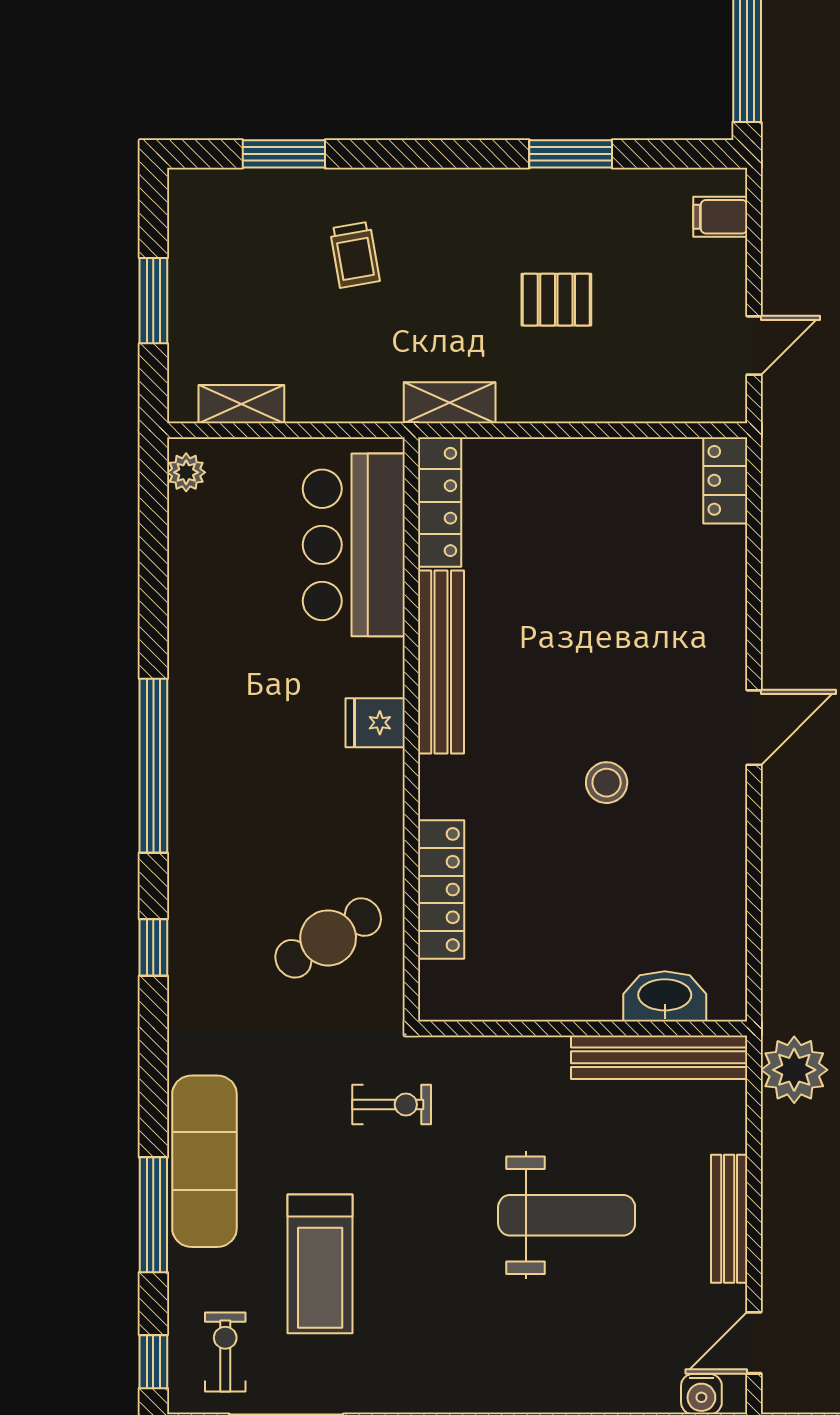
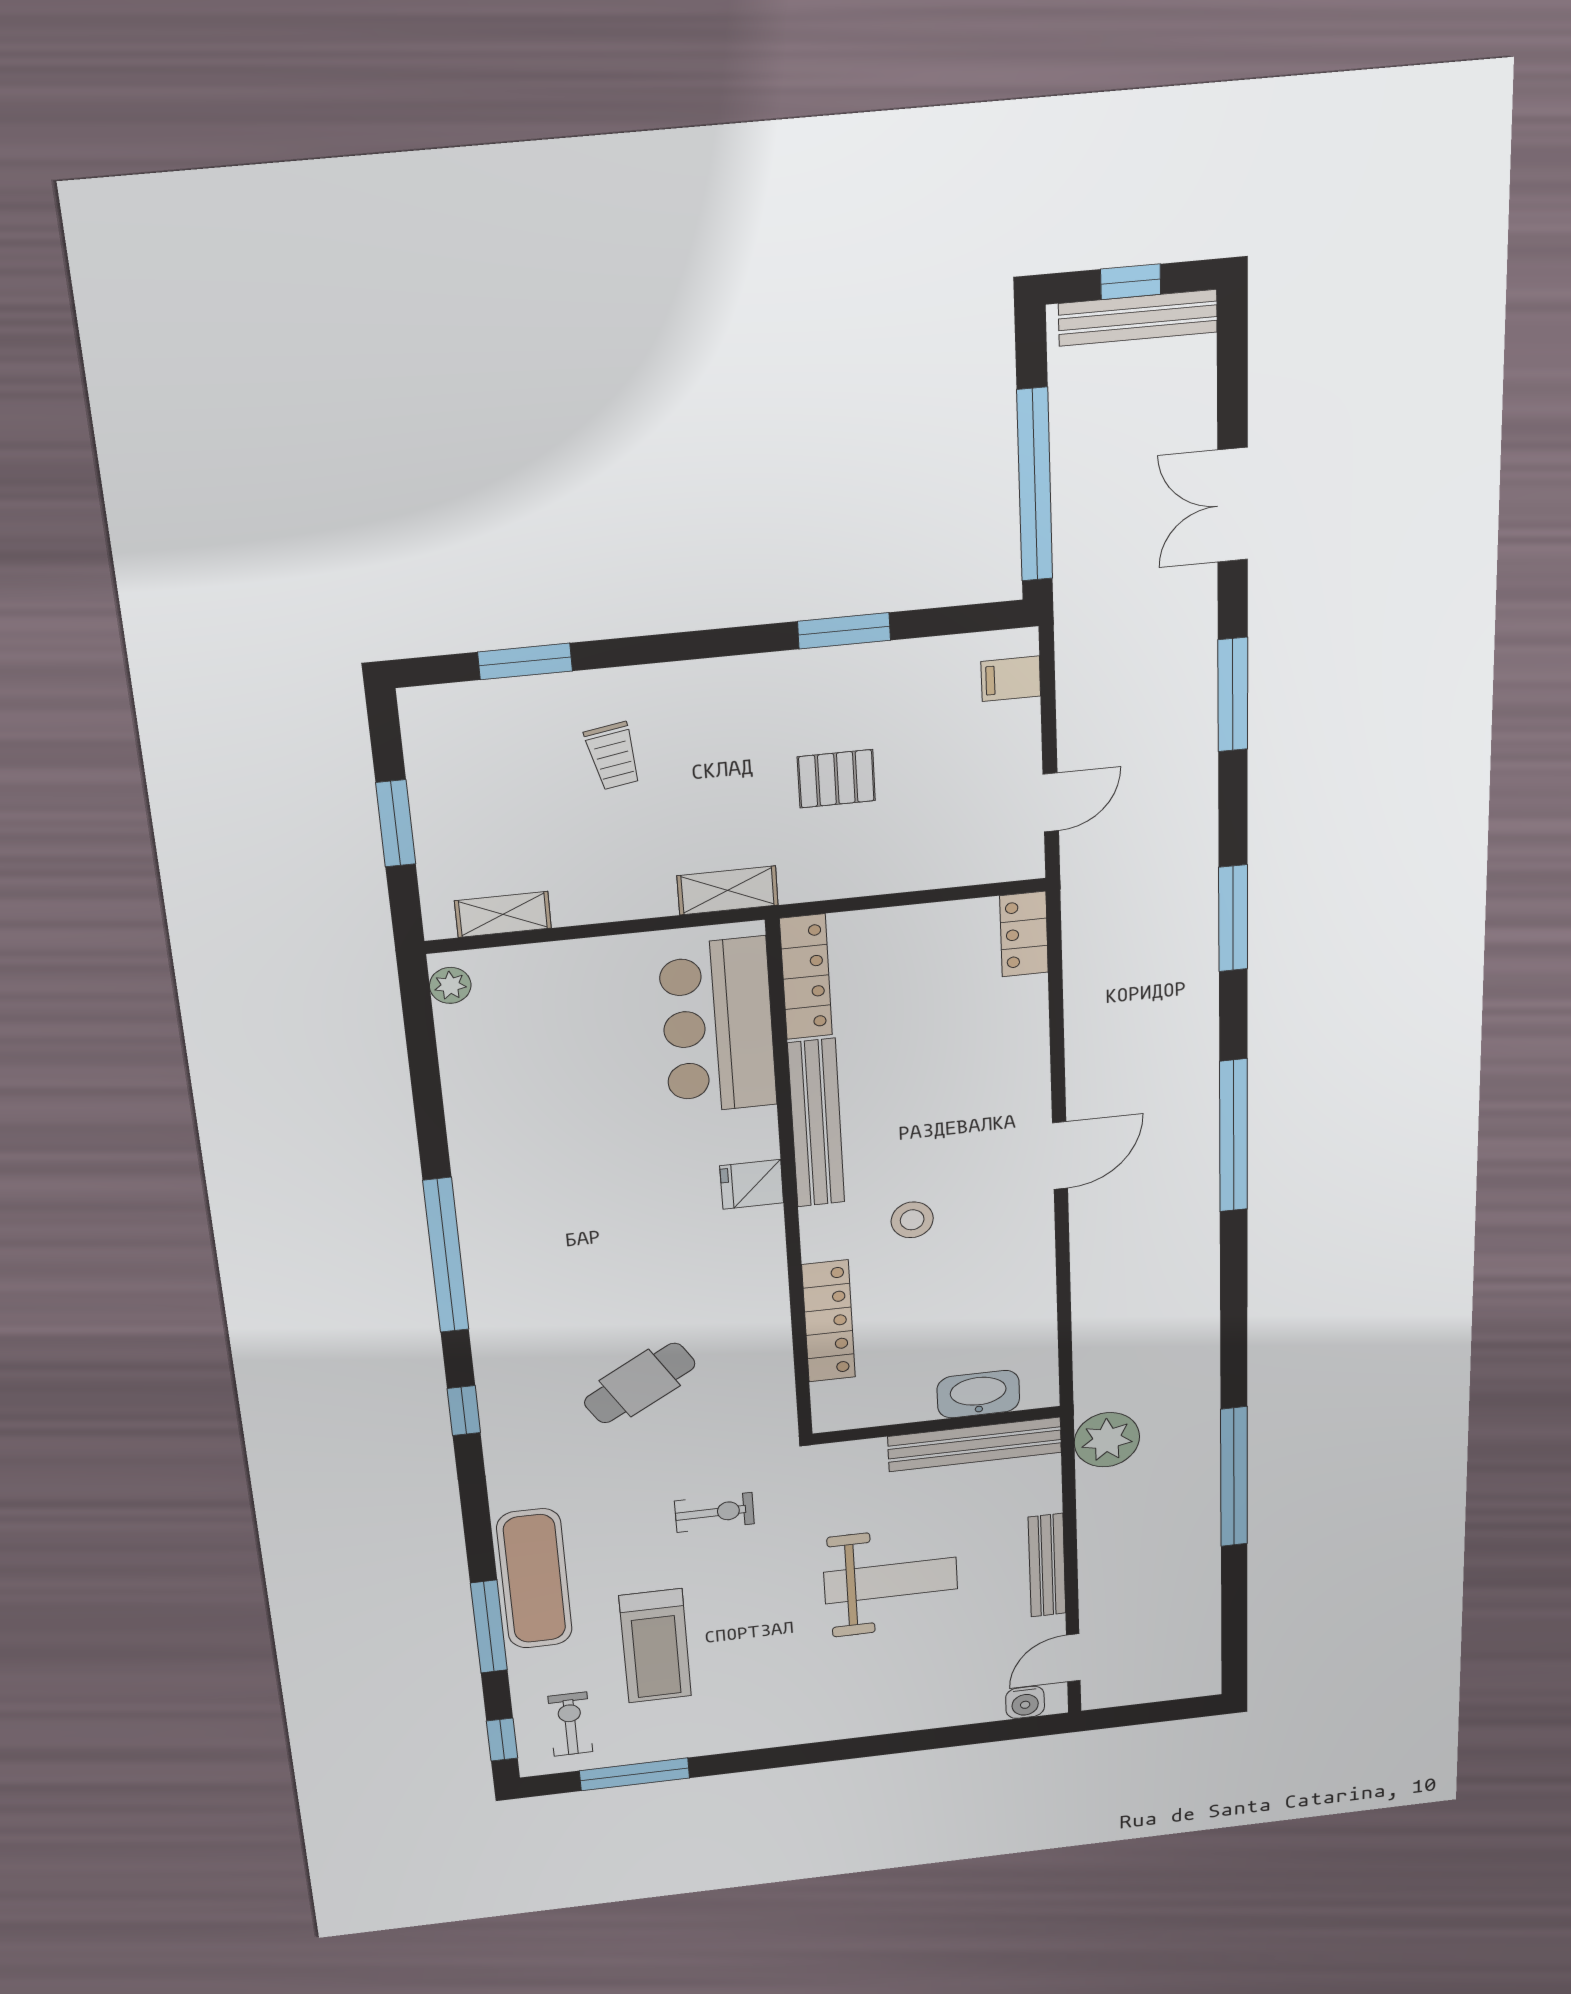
locker: (440, 502) -> (806, 977), moved
bar counter: (354, 545) -> (718, 1026), moved
bench: (441, 662) -> (816, 1123), moved
fridge: (375, 723) -> (752, 1184), moved
wall: (411, 729) -> (789, 1186), moved
locker: (441, 890) -> (829, 1321), moved

